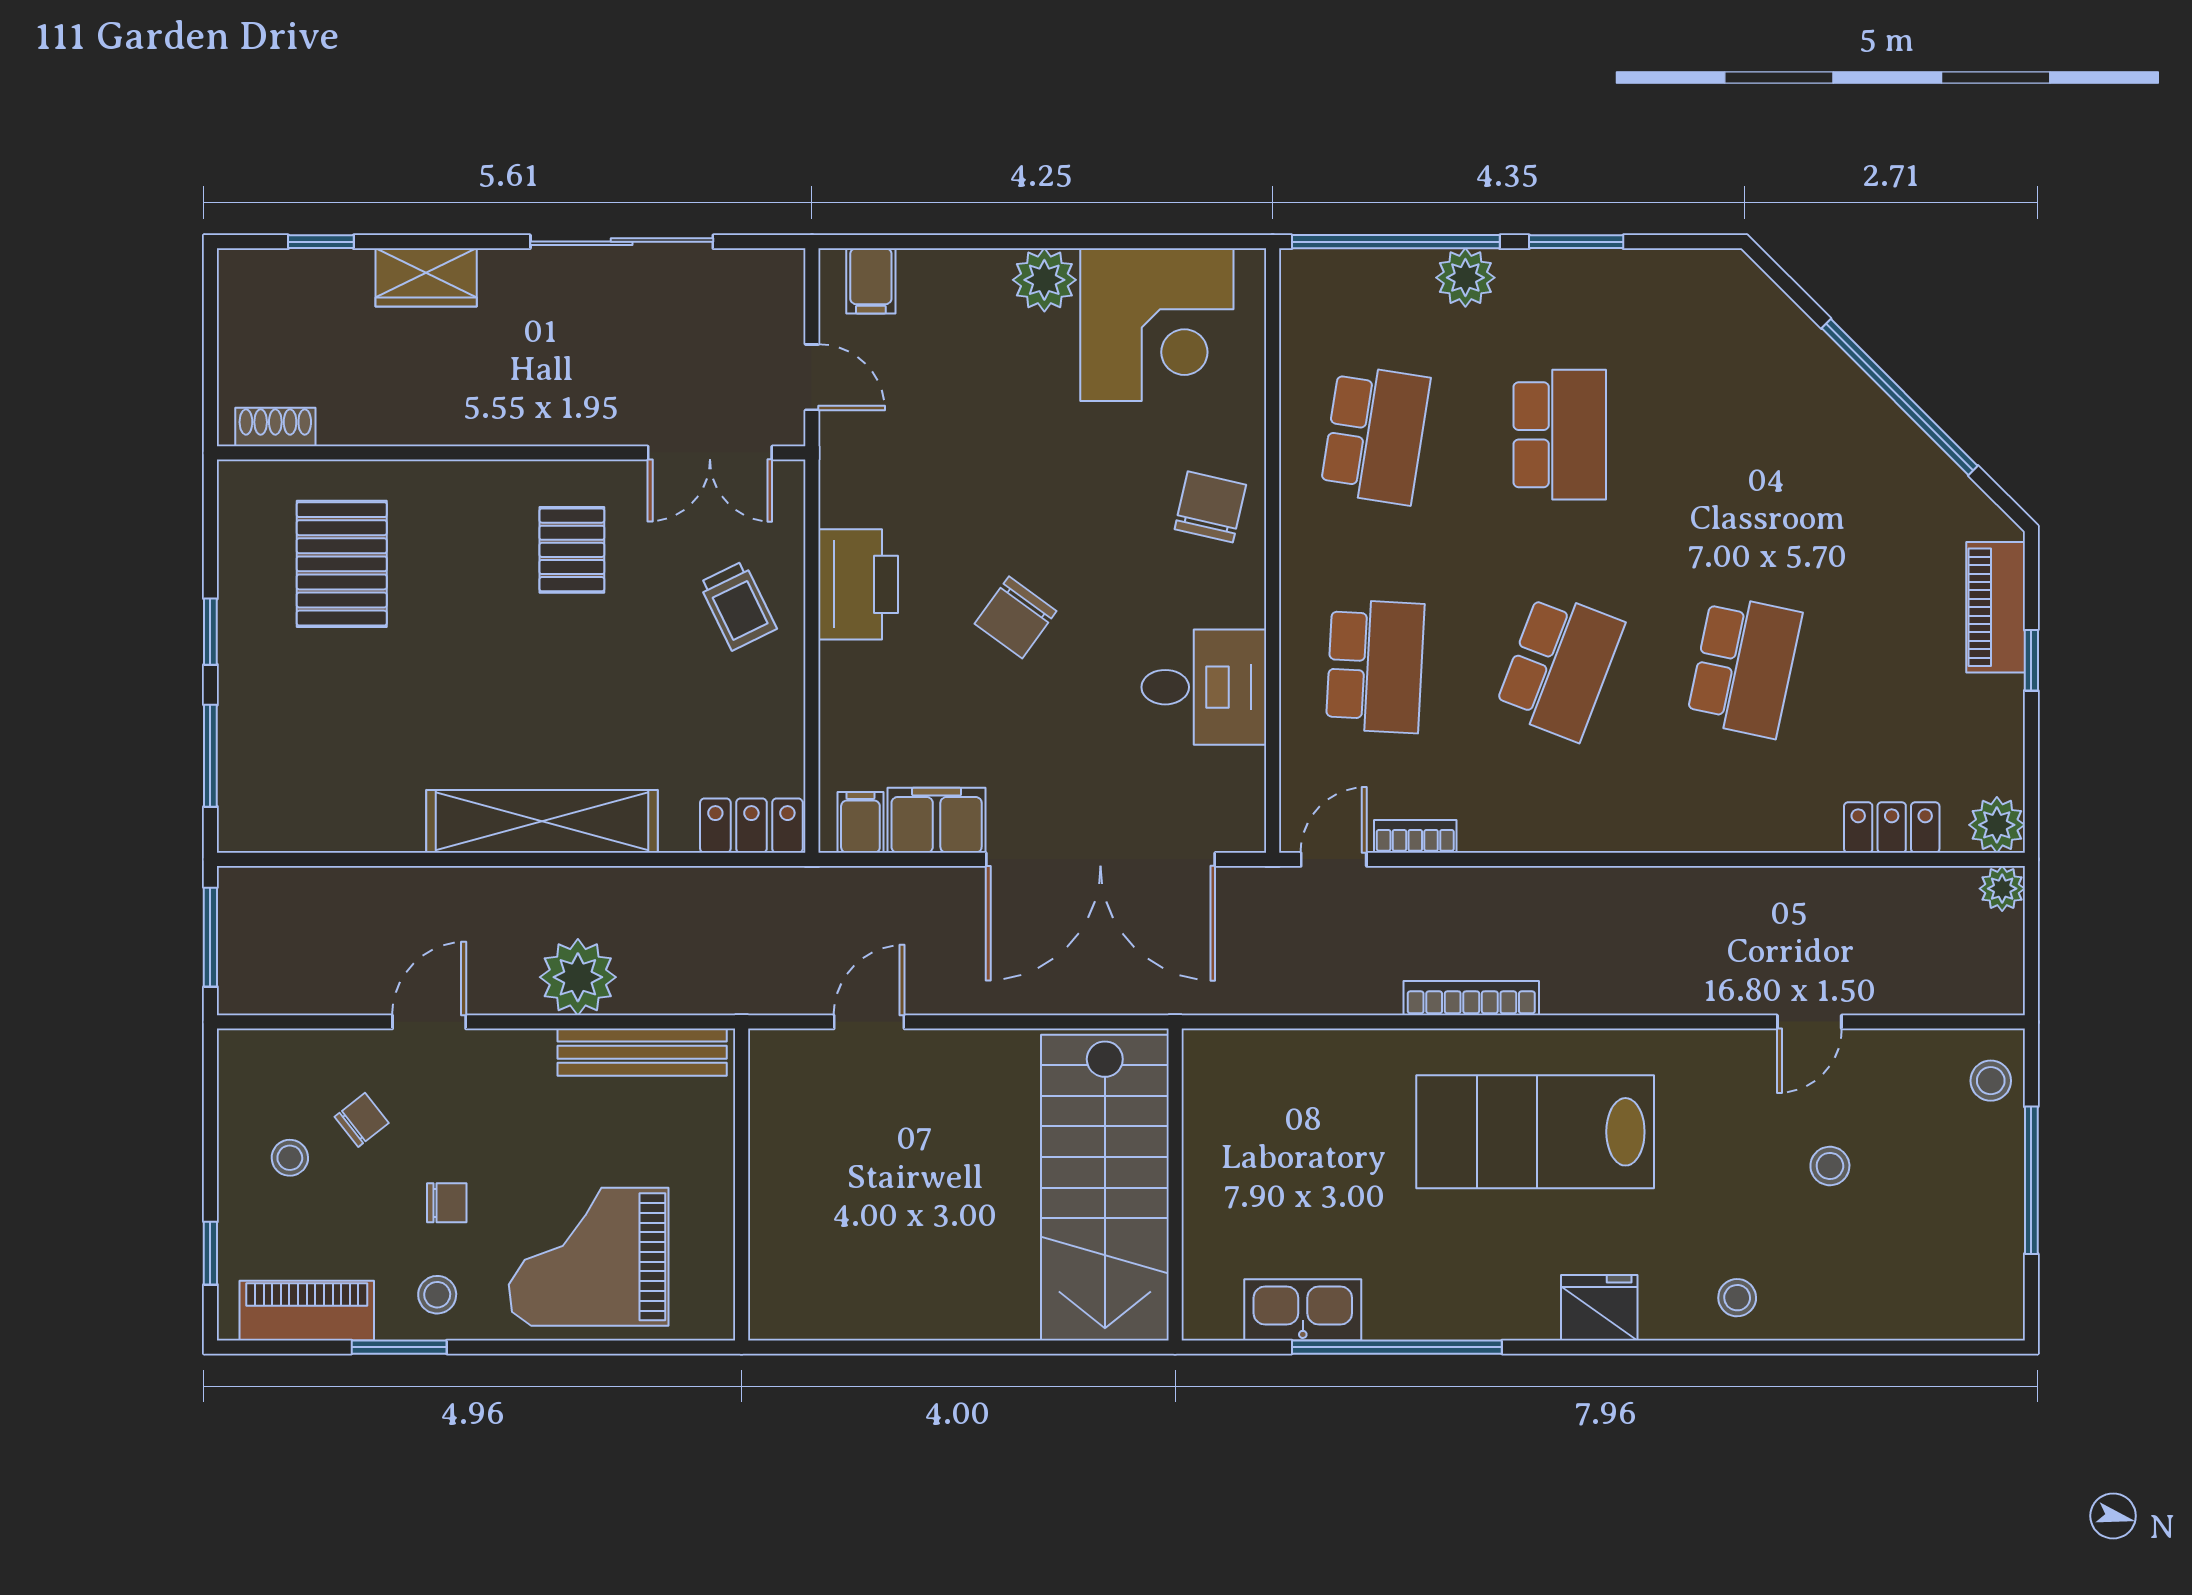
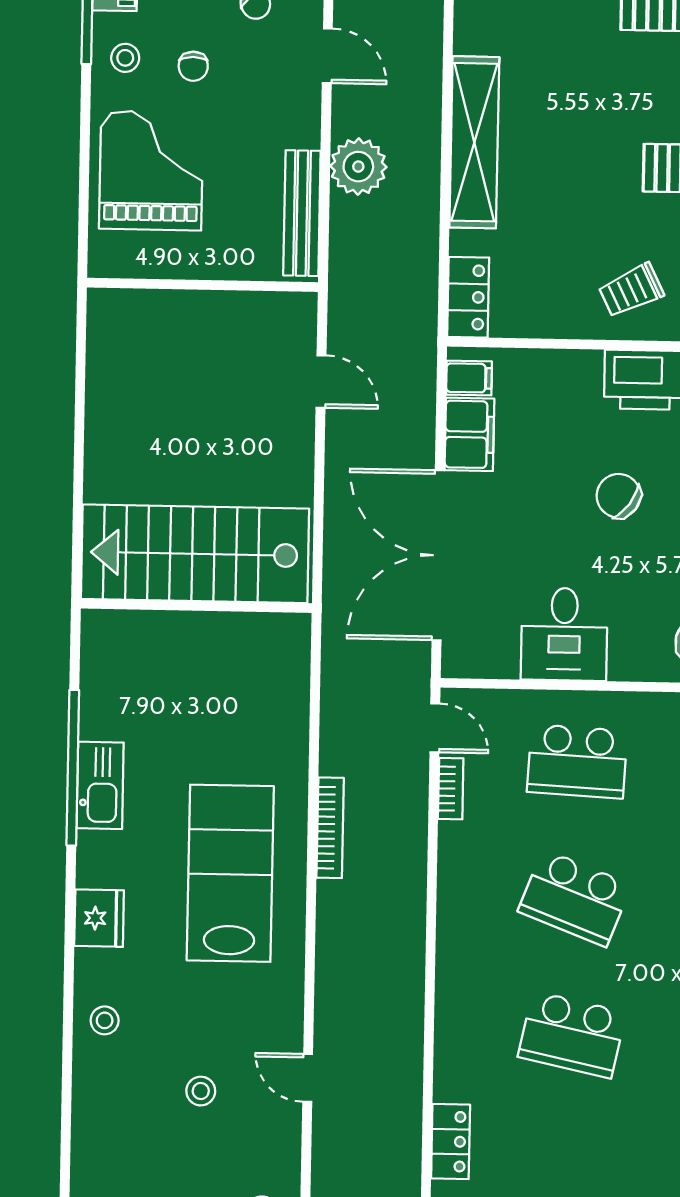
kitchen sink: (1303, 1310) -> (100, 785), moved

